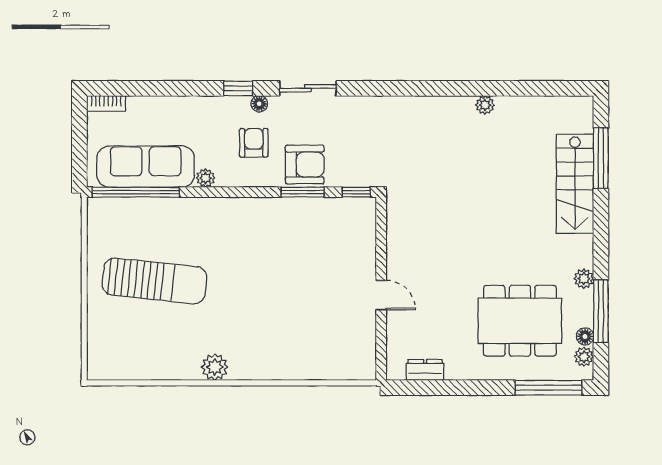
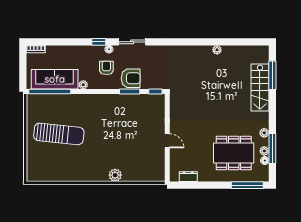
plant: (584, 357) -> (264, 151), moved
plant: (215, 367) -> (115, 175), moved

